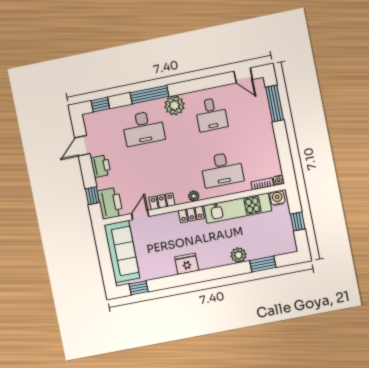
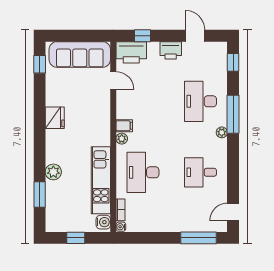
plant: (174, 105) -> (222, 132), width x0.53, depth x0.53
filing cabinet: (181, 196) -> (124, 126), added
locker: (162, 201) -> (123, 105), removed
locker: (191, 214) -> (104, 132), removed

